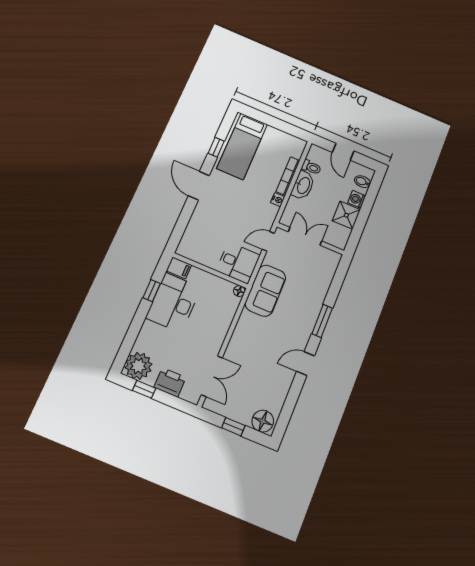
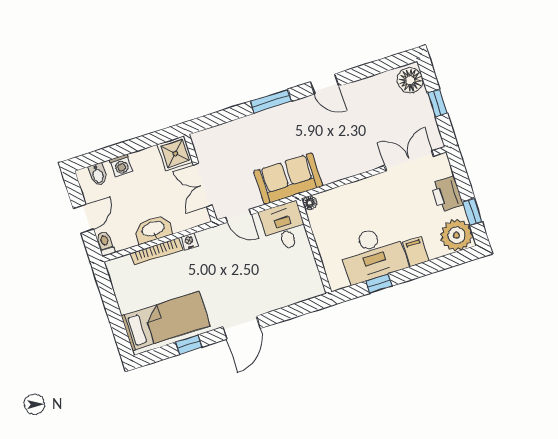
toilet: (311, 167) -> (105, 244), moved
shower: (346, 215) -> (175, 153), moved
filing cabinet: (179, 268) -> (416, 252), moved

